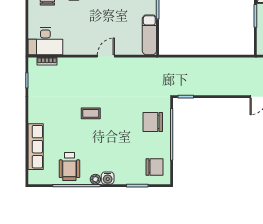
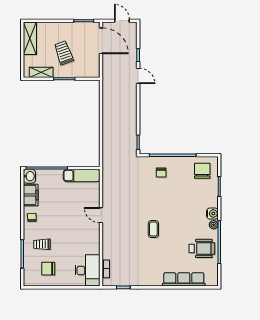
chair: (153, 122) -> (161, 172), width x0.54, depth x0.54

